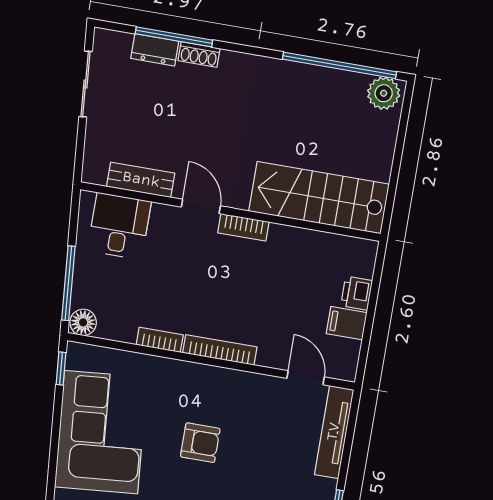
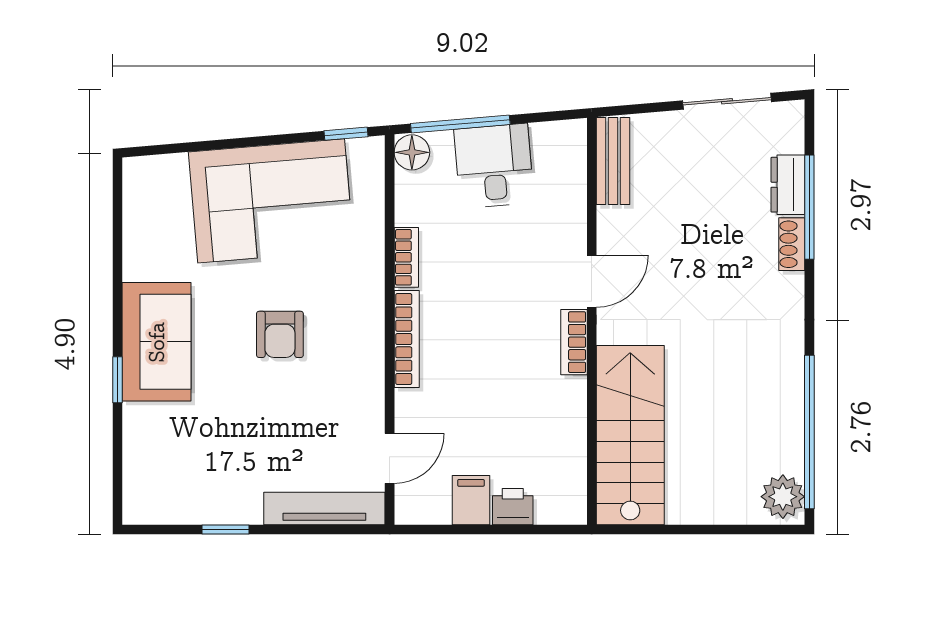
bench: (141, 180) -> (613, 161), moved
desk: (119, 226) -> (494, 166), moved, turned -95

